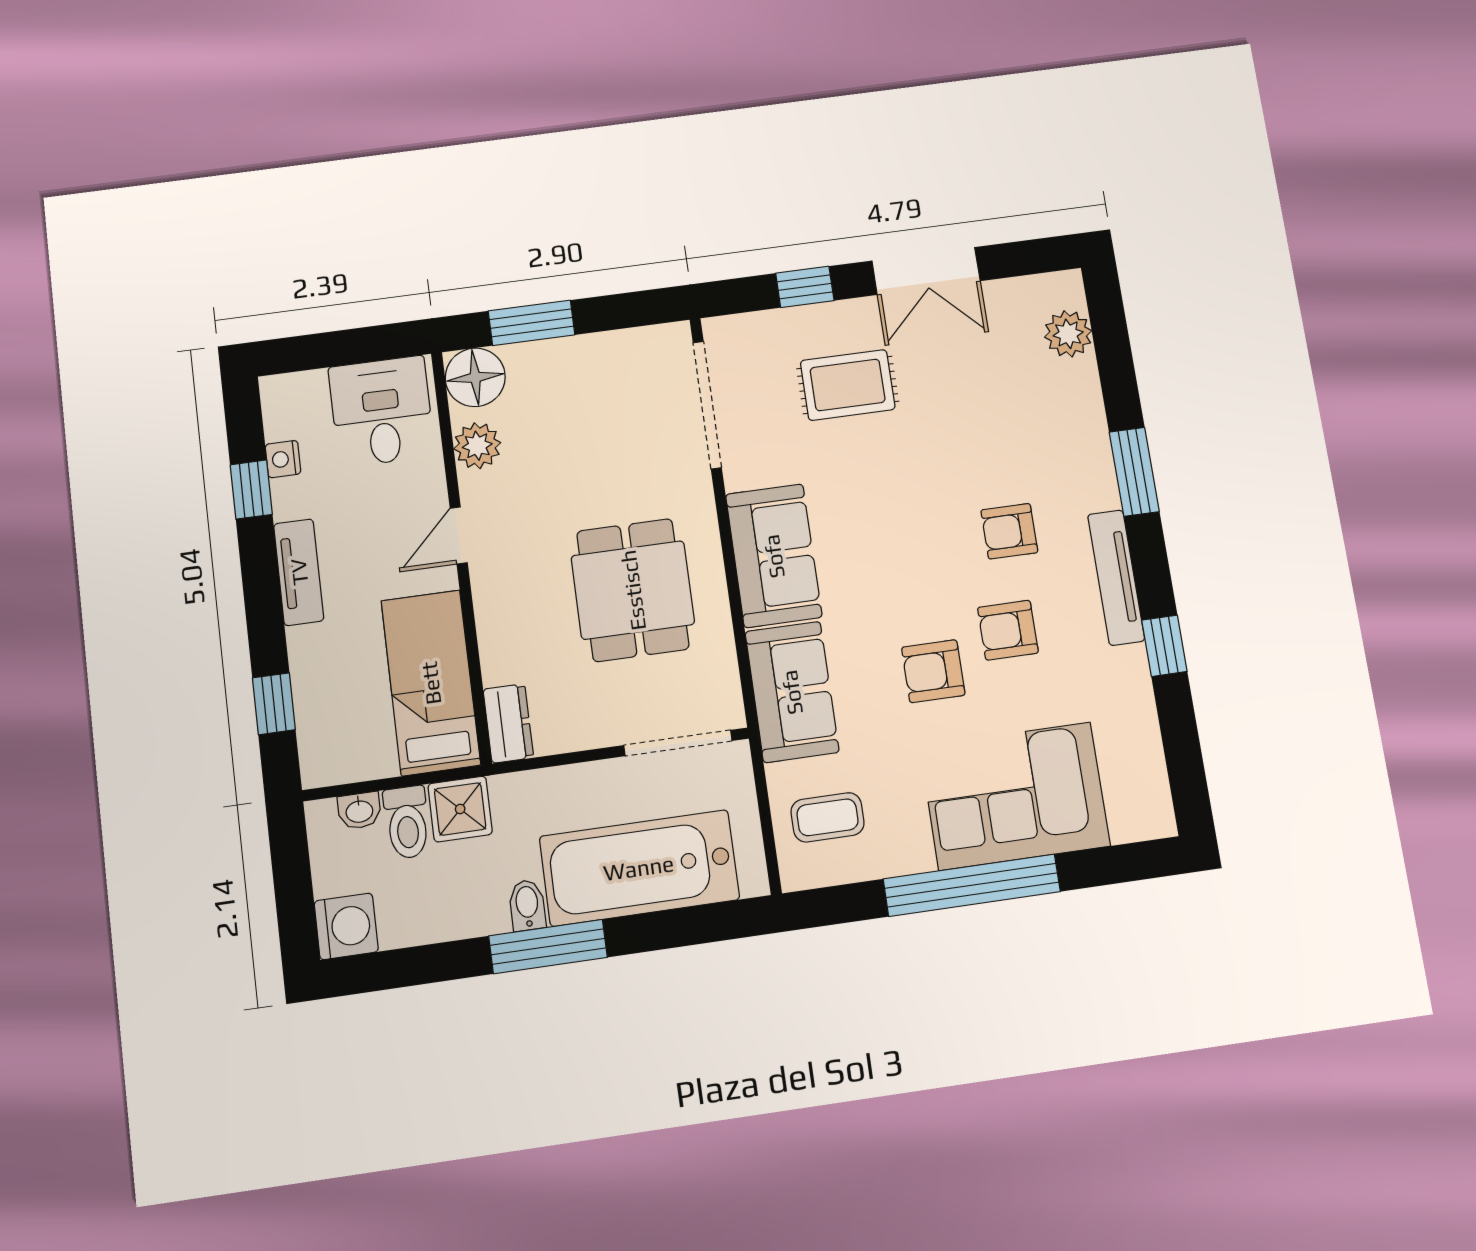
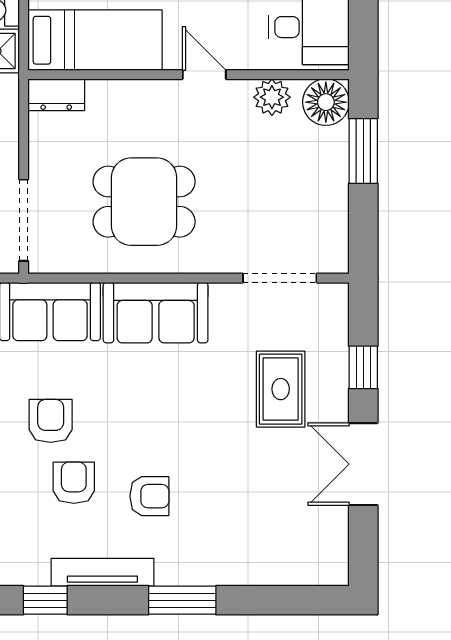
plant: (1068, 334) -> (298, 567), removed
doorway: (707, 405) -> (280, 278), width x0.73
armchair: (1009, 531) -> (149, 496), turned 90

